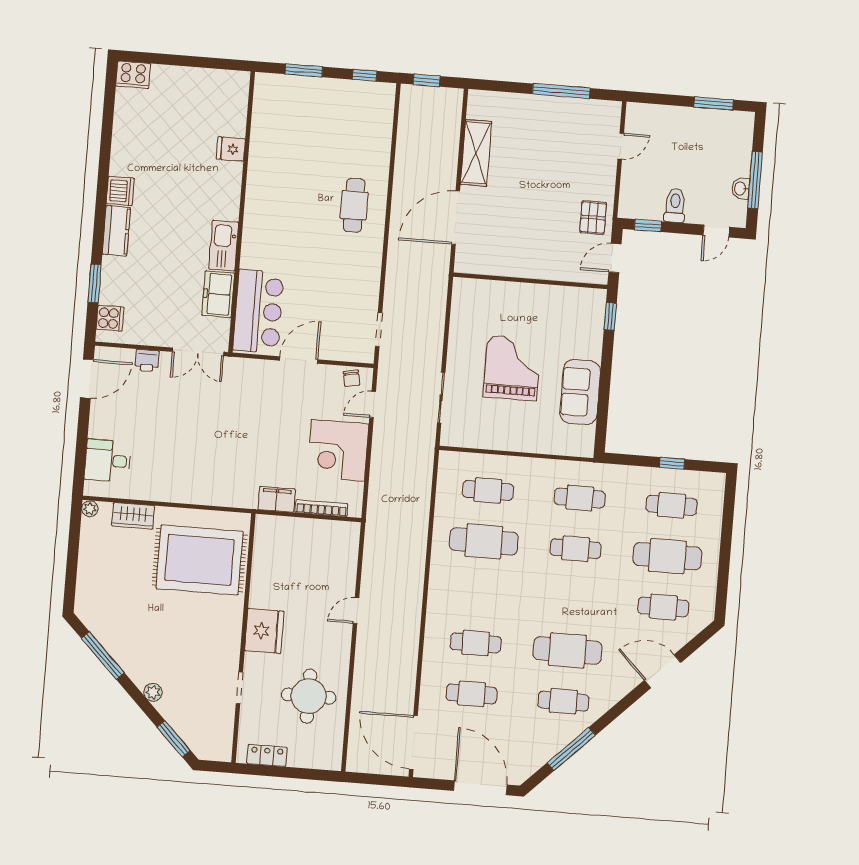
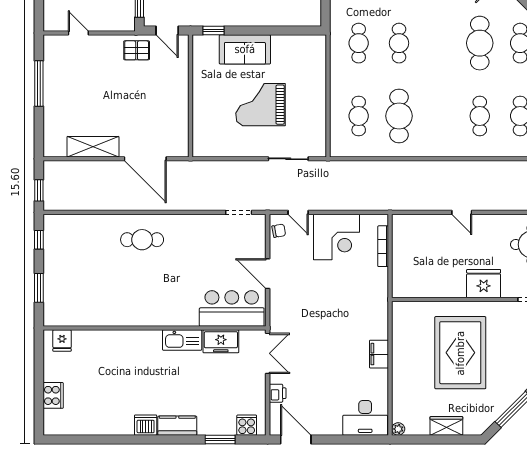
cooker: (133, 75) -> (53, 395), moved
fridge: (231, 149) -> (62, 341), moved
sofa: (580, 392) -> (245, 49), moved
desk: (108, 461) -> (365, 418), width x1.37
filing cabinet: (277, 499) -> (379, 354), moved
wardrobe: (133, 516) -> (446, 426), moved, turned -90
rug: (199, 560) -> (460, 353), moved

